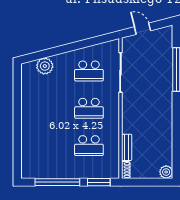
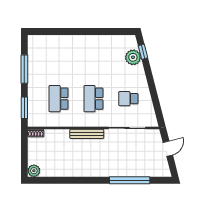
window: (39, 55) -> (143, 52), added
school desk: (89, 71) -> (128, 99), width x0.54
bench: (127, 147) -> (87, 134), moved, width x1.36
window: (57, 182) -> (24, 69), width x0.68

